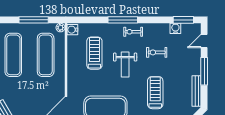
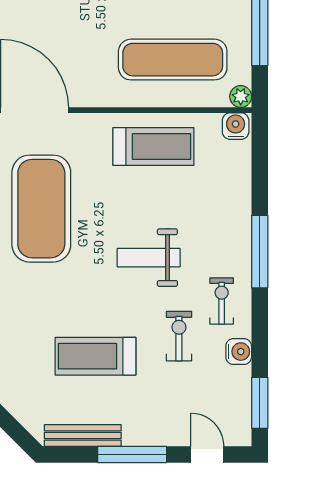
water cooler: (175, 28) -> (239, 352), moved
exercise bike: (133, 32) -> (222, 301), moved
treadmill: (94, 53) -> (153, 147), moved
treadmill: (155, 93) -> (96, 356), moved, turned 180

